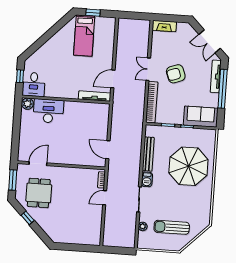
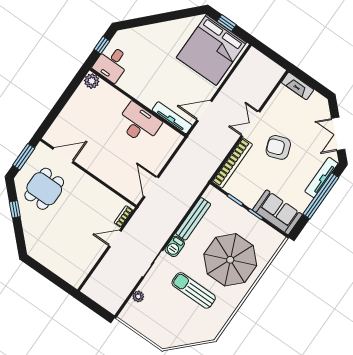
bed: (84, 36) -> (211, 50), width x2.04
desk: (48, 111) -> (139, 123), moved
sun lounger: (172, 227) -> (194, 290), moved

